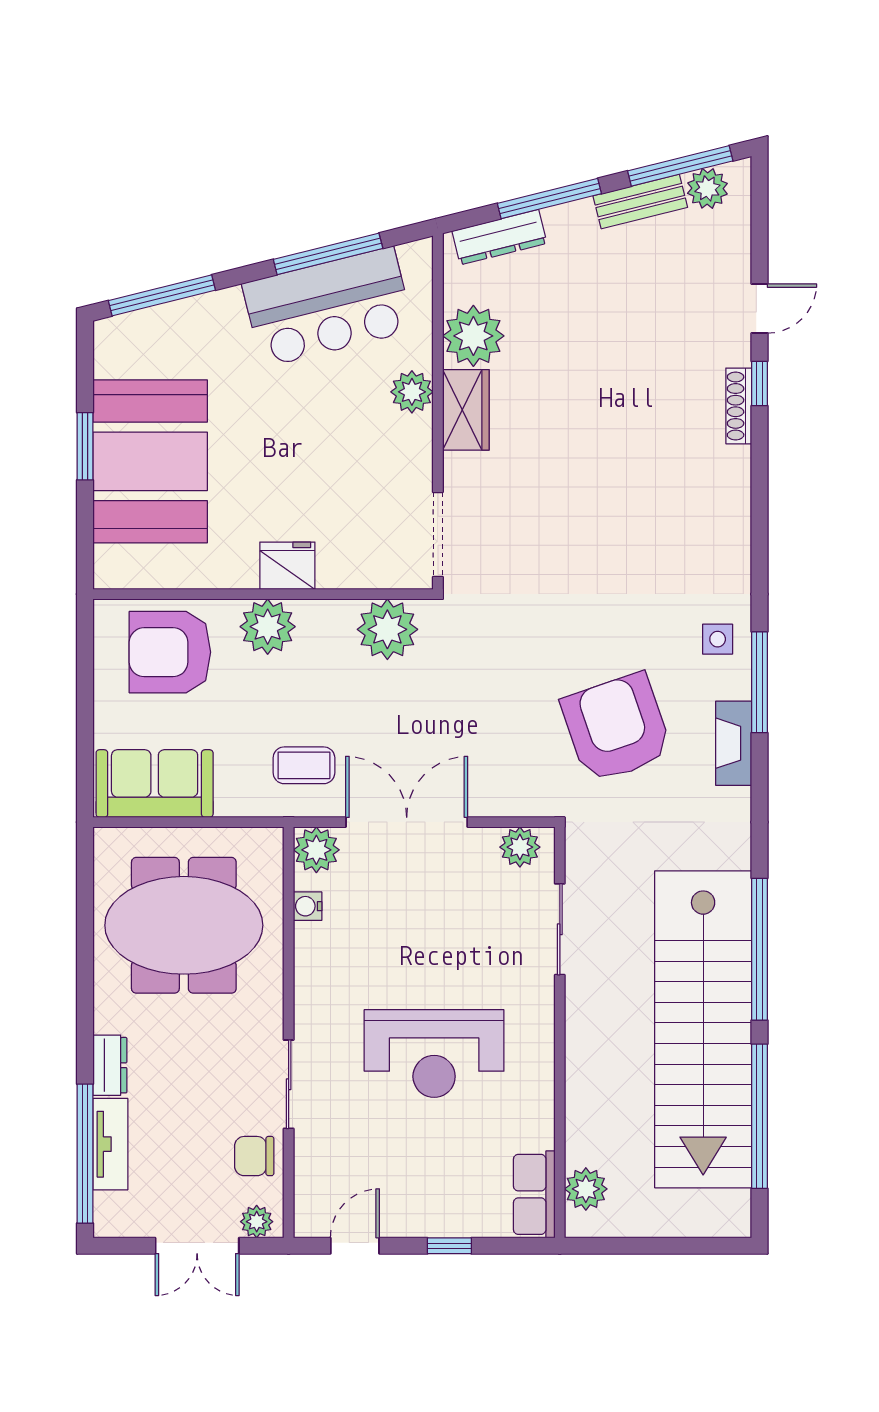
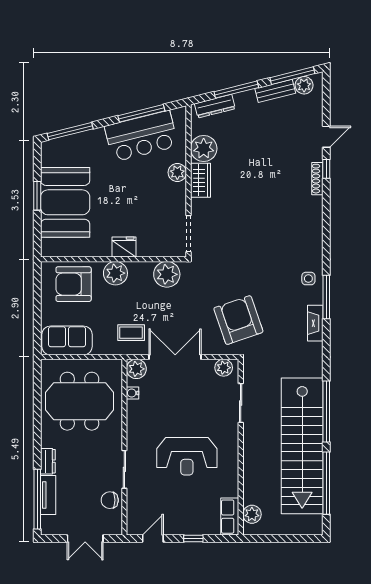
armchair: (616, 728) -> (238, 320), moved
plant: (257, 1222) -> (111, 528), removed

